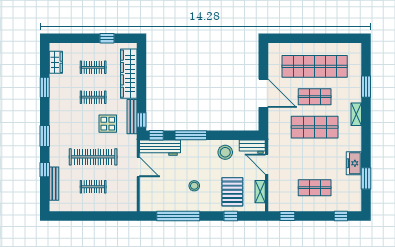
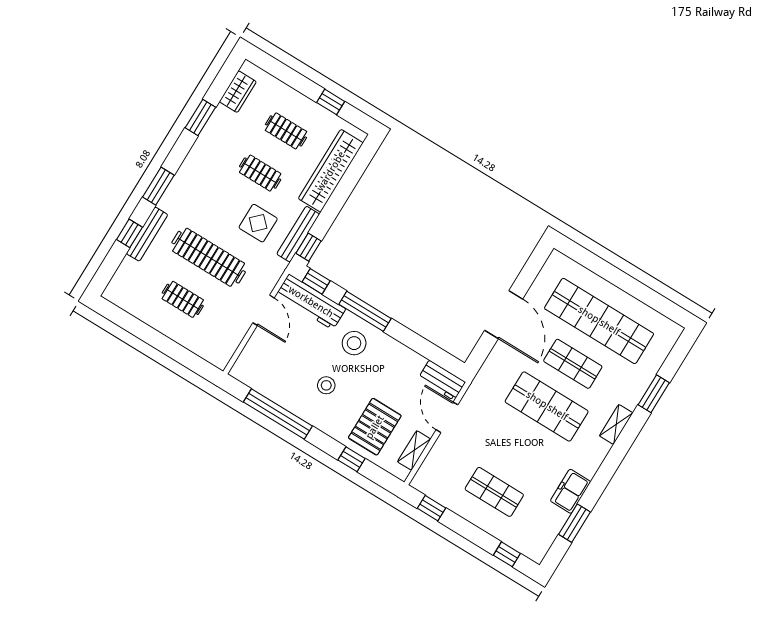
stool: (225, 152) -> (354, 343), moved
bench: (54, 184) -> (147, 234), moved

